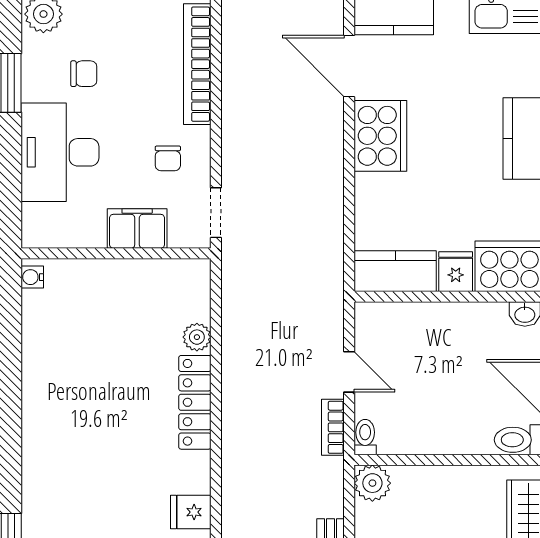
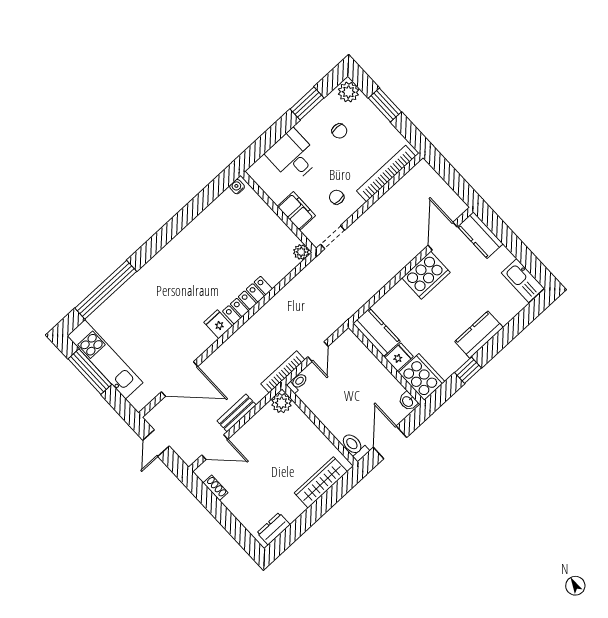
desk: (60, 152) -> (293, 156), width x0.73
chair: (168, 158) -> (337, 197), turned 90
plant: (197, 337) -> (301, 252), moved
bookcase: (333, 427) -> (283, 372), width x1.56
fridge: (191, 512) -> (218, 324), moved

